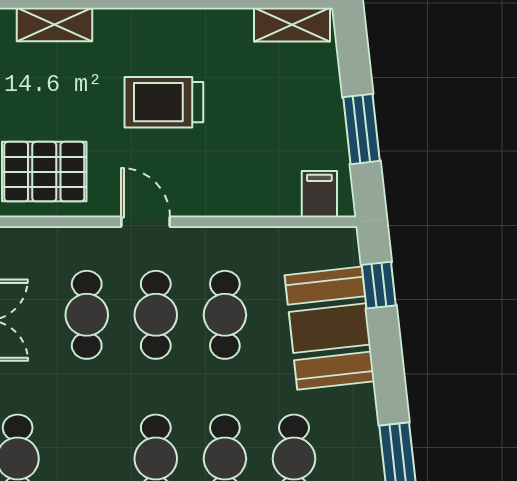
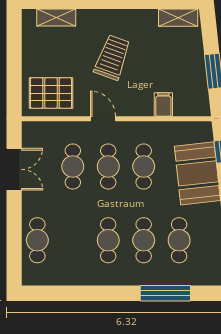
trolley: (164, 102) -> (112, 57), turned 110
filing cabinet: (319, 194) -> (163, 105), moved

